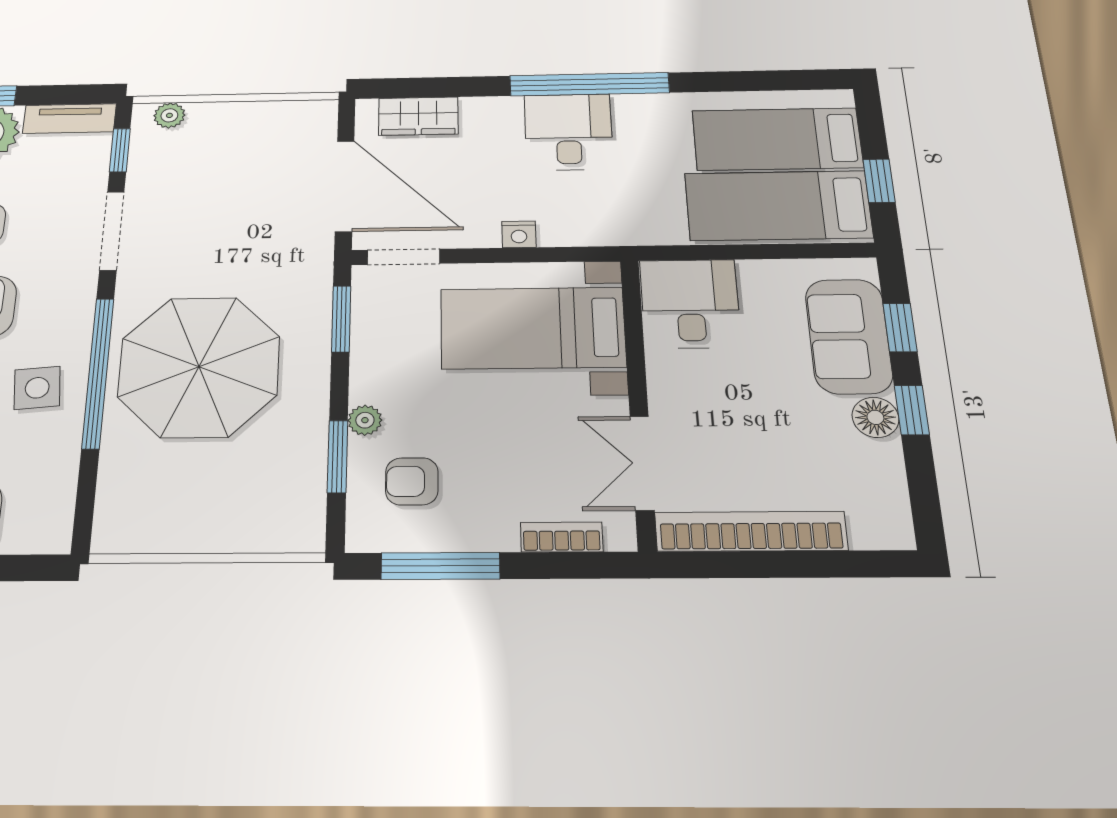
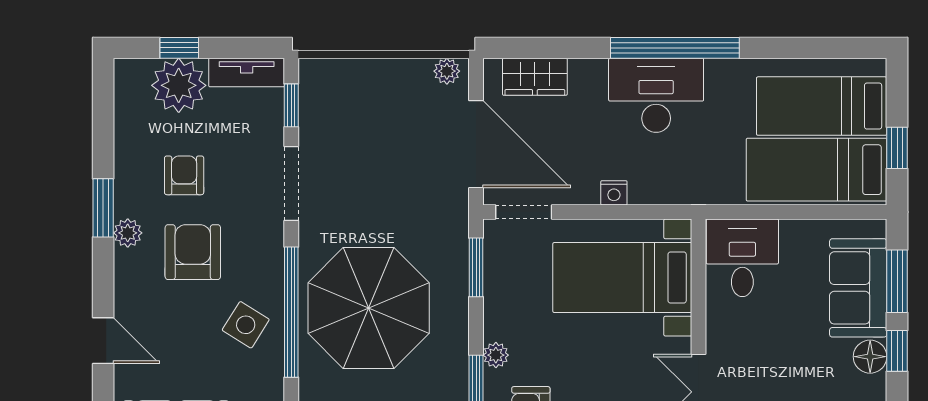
plant: (169, 115) -> (447, 71), moved
desk: (568, 132) -> (656, 95), width x1.37
window: (900, 328) -> (897, 281), width x1.50
side table: (37, 388) -> (246, 325), turned 37

